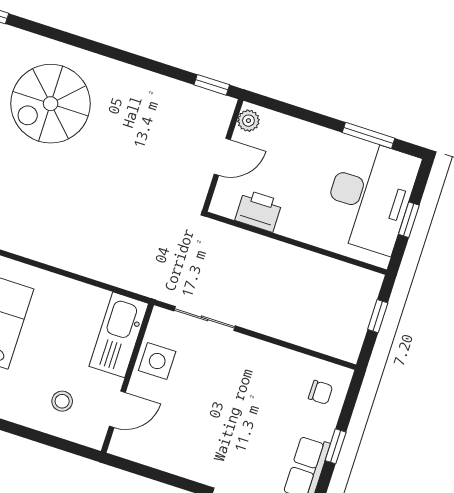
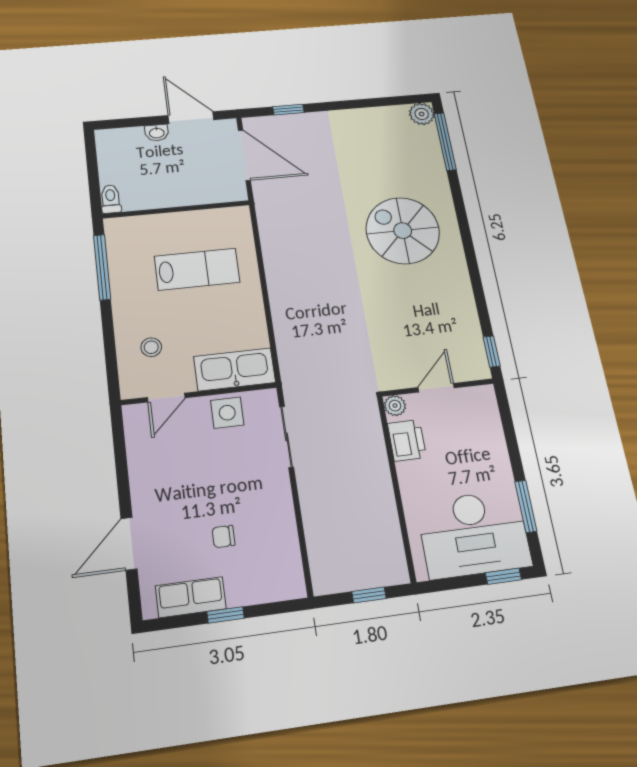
plant: (248, 121) -> (395, 406), moved
door: (222, 157) -> (436, 388), swing flipped
window: (409, 220) -> (503, 576), moved
chair: (321, 392) -> (223, 537), moved, turned 90
door: (117, 409) -> (166, 398), hinge flipped

